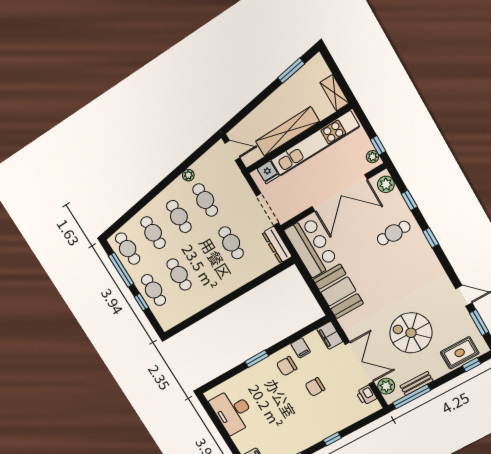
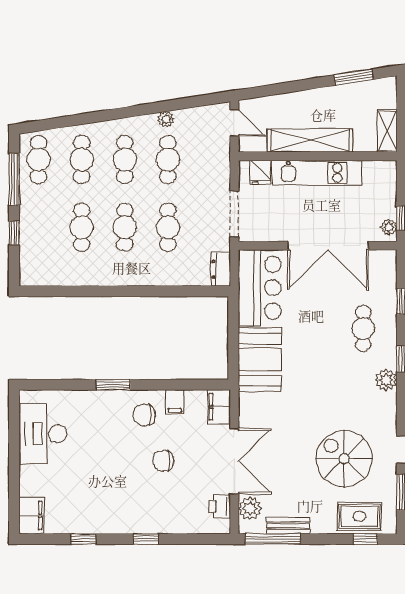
kitchen unit: (315, 143) -> (317, 173), width x0.73
plant: (386, 184) -> (386, 380), moved
cafe table: (394, 233) -> (363, 328), turned 90
dresser: (277, 245) -> (221, 269), width x0.70
cafe table: (154, 290) -> (125, 227), moved
spiral stairs: (411, 333) -> (344, 459), moved

